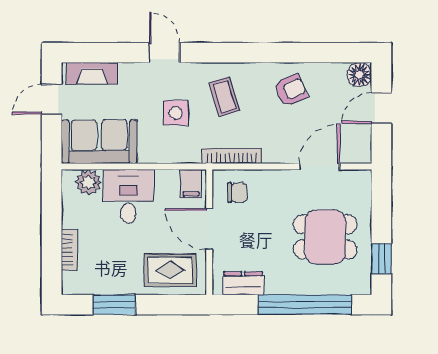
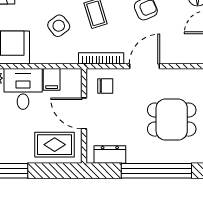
side table: (176, 113) -> (59, 26), turned -38
door: (320, 167) -> (144, 66), moved
filing cabinet: (191, 184) -> (52, 79), moved

